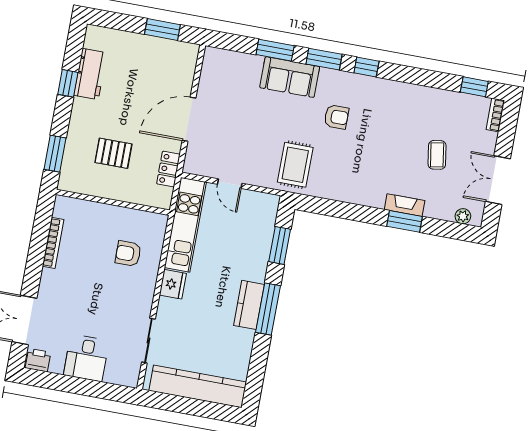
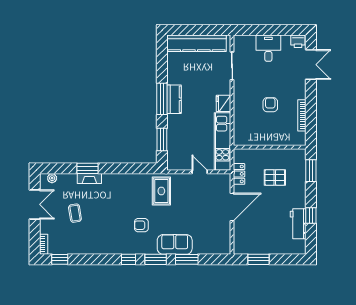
armchair: (128, 254) -> (270, 105), moved, turned -90

